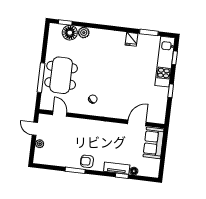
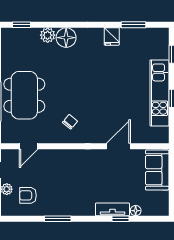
floor lamp: (70, 33) -> (66, 38), moved
kitchen unit: (165, 62) -> (159, 93), moved
door: (60, 114) -> (29, 146), swing flipped
door: (137, 123) -> (118, 146), moved
armchair: (87, 161) -> (28, 195), moved

